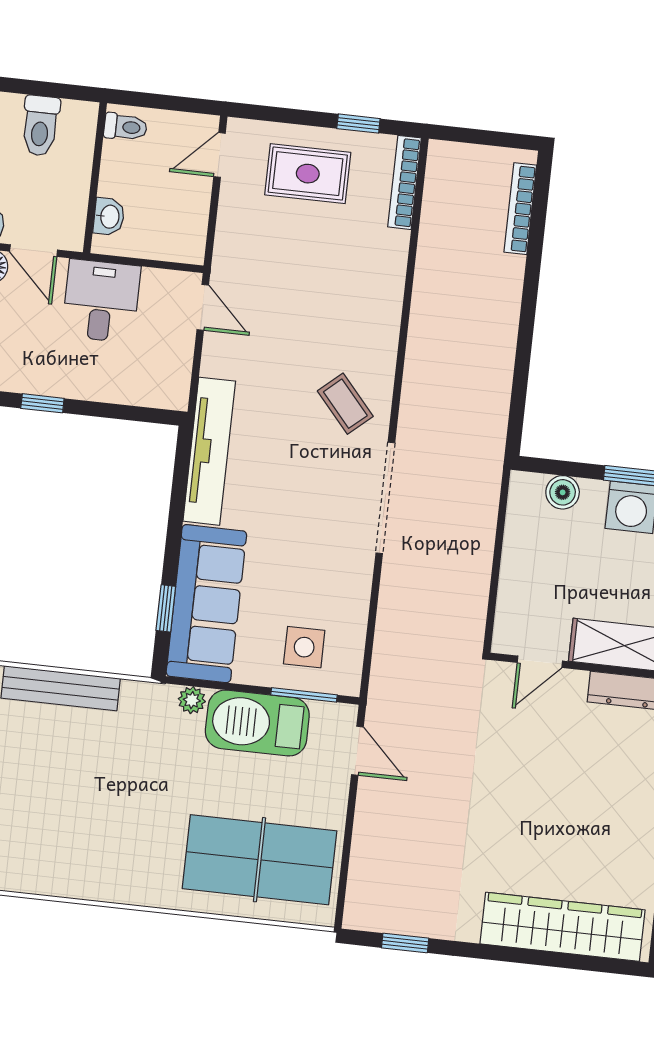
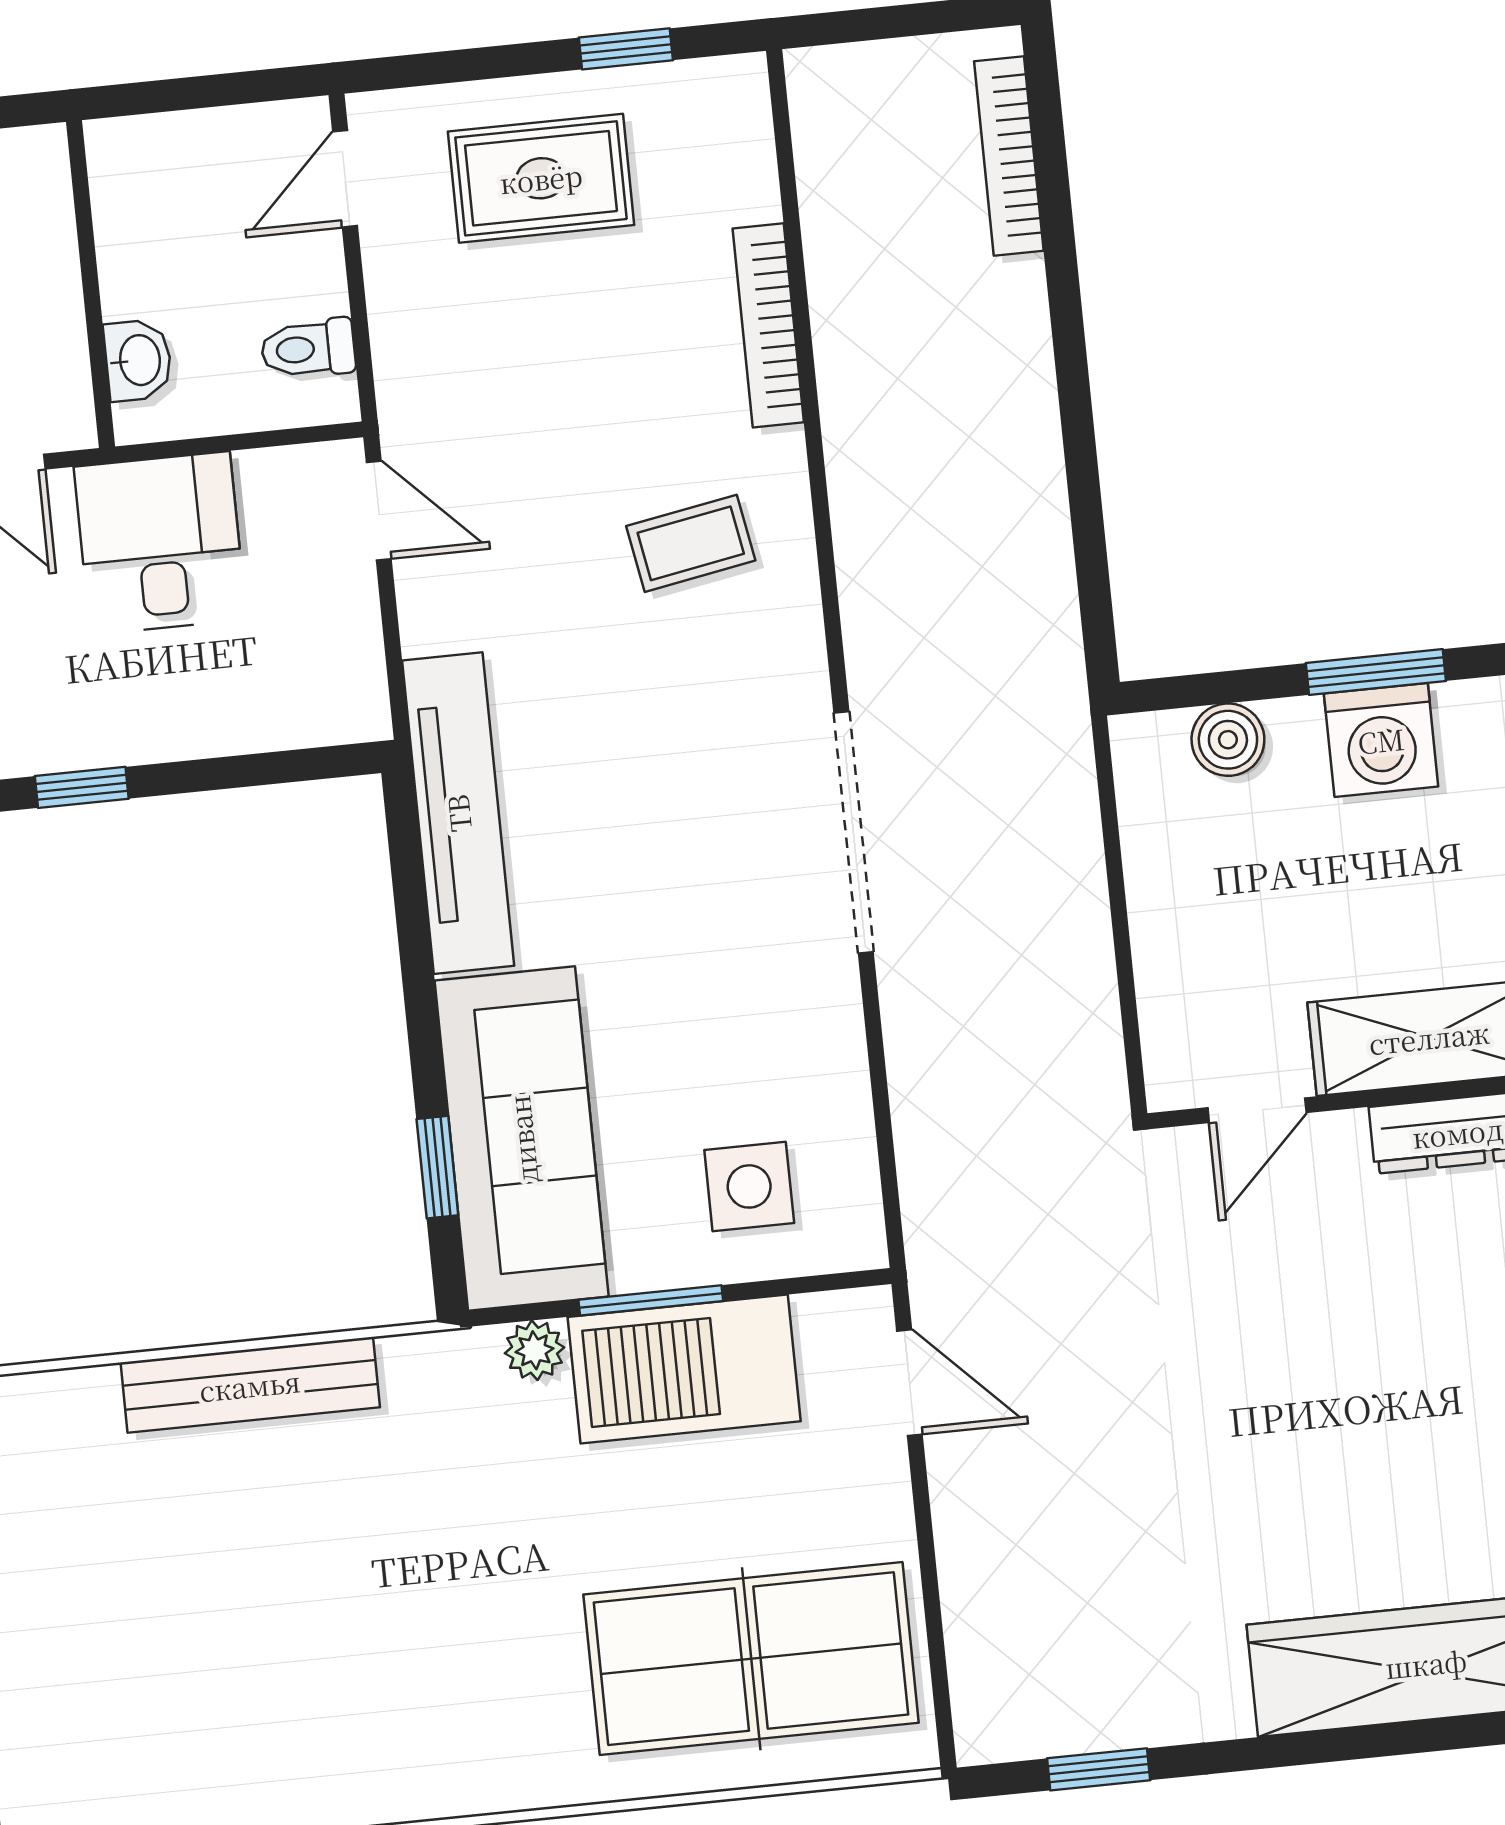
toilet: (125, 127) -> (308, 349), moved, turned 180
bookcase: (405, 182) -> (768, 325), moved
coffee table: (345, 404) -> (691, 543), moved, turned -59
window: (304, 695) -> (651, 1300), moved

